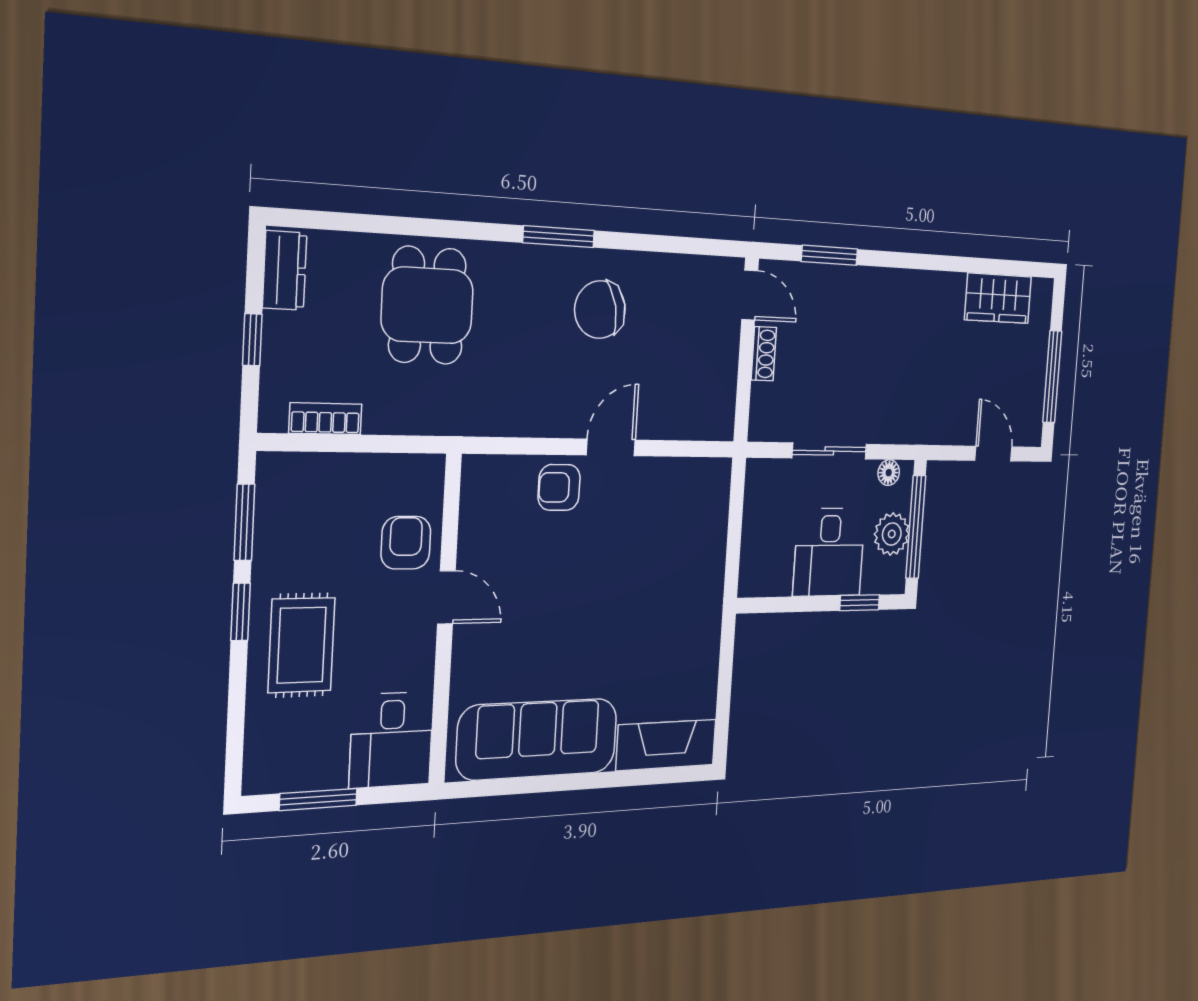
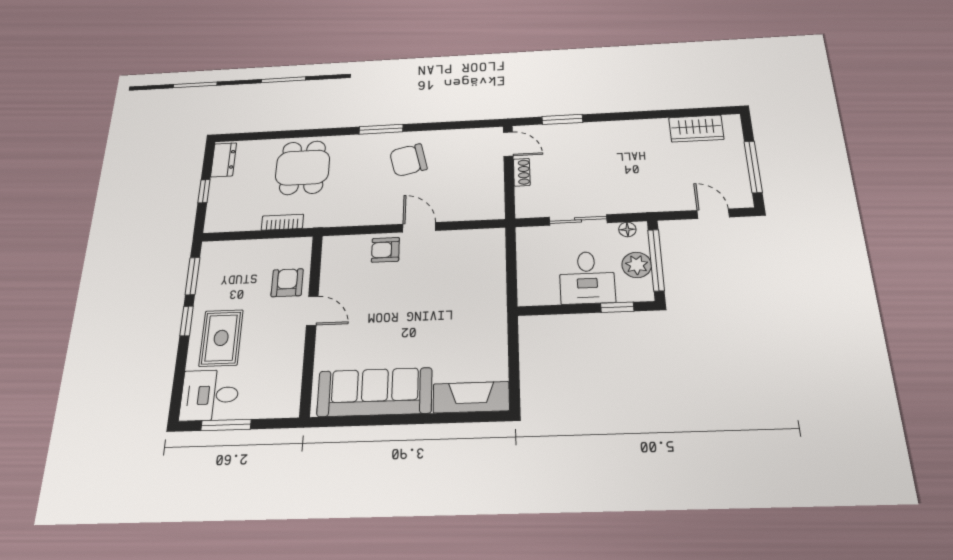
bookcase: (325, 419) -> (282, 222), moved
door: (611, 447) -> (419, 227), hinge flipped
desk: (391, 740) -> (210, 395), moved, turned 90

